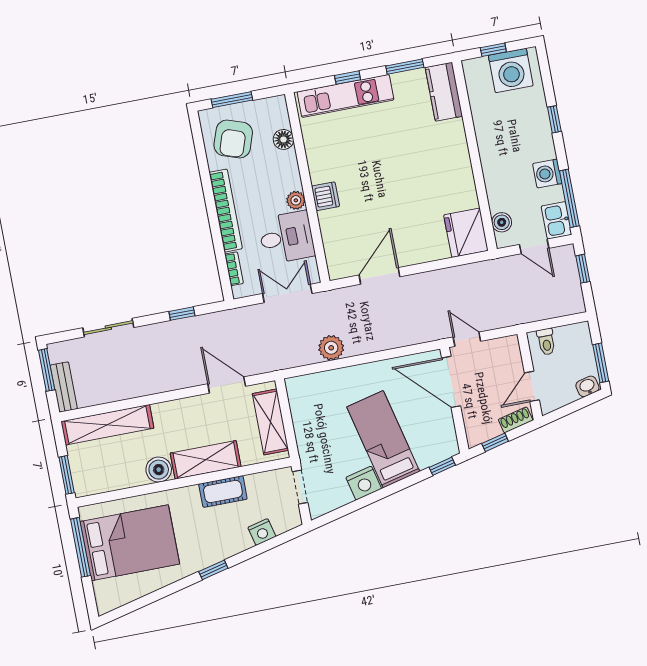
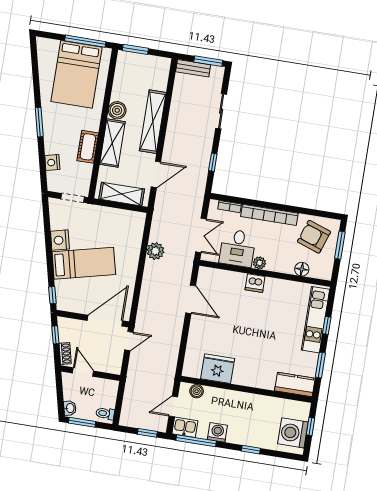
fridge: (466, 233) -> (218, 369), moved
toilet: (546, 342) -> (105, 413), moved
shelving: (107, 425) -> (153, 122), moved
window: (213, 570) -> (39, 122), width x1.50

